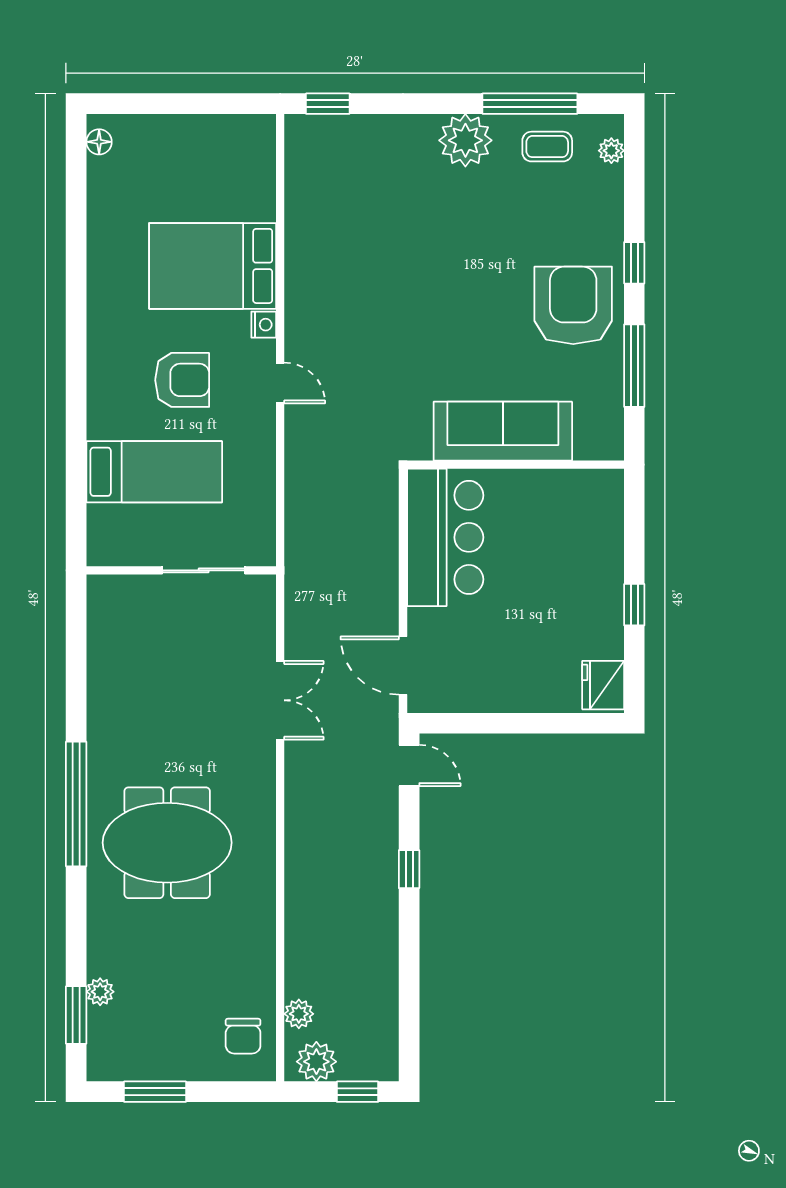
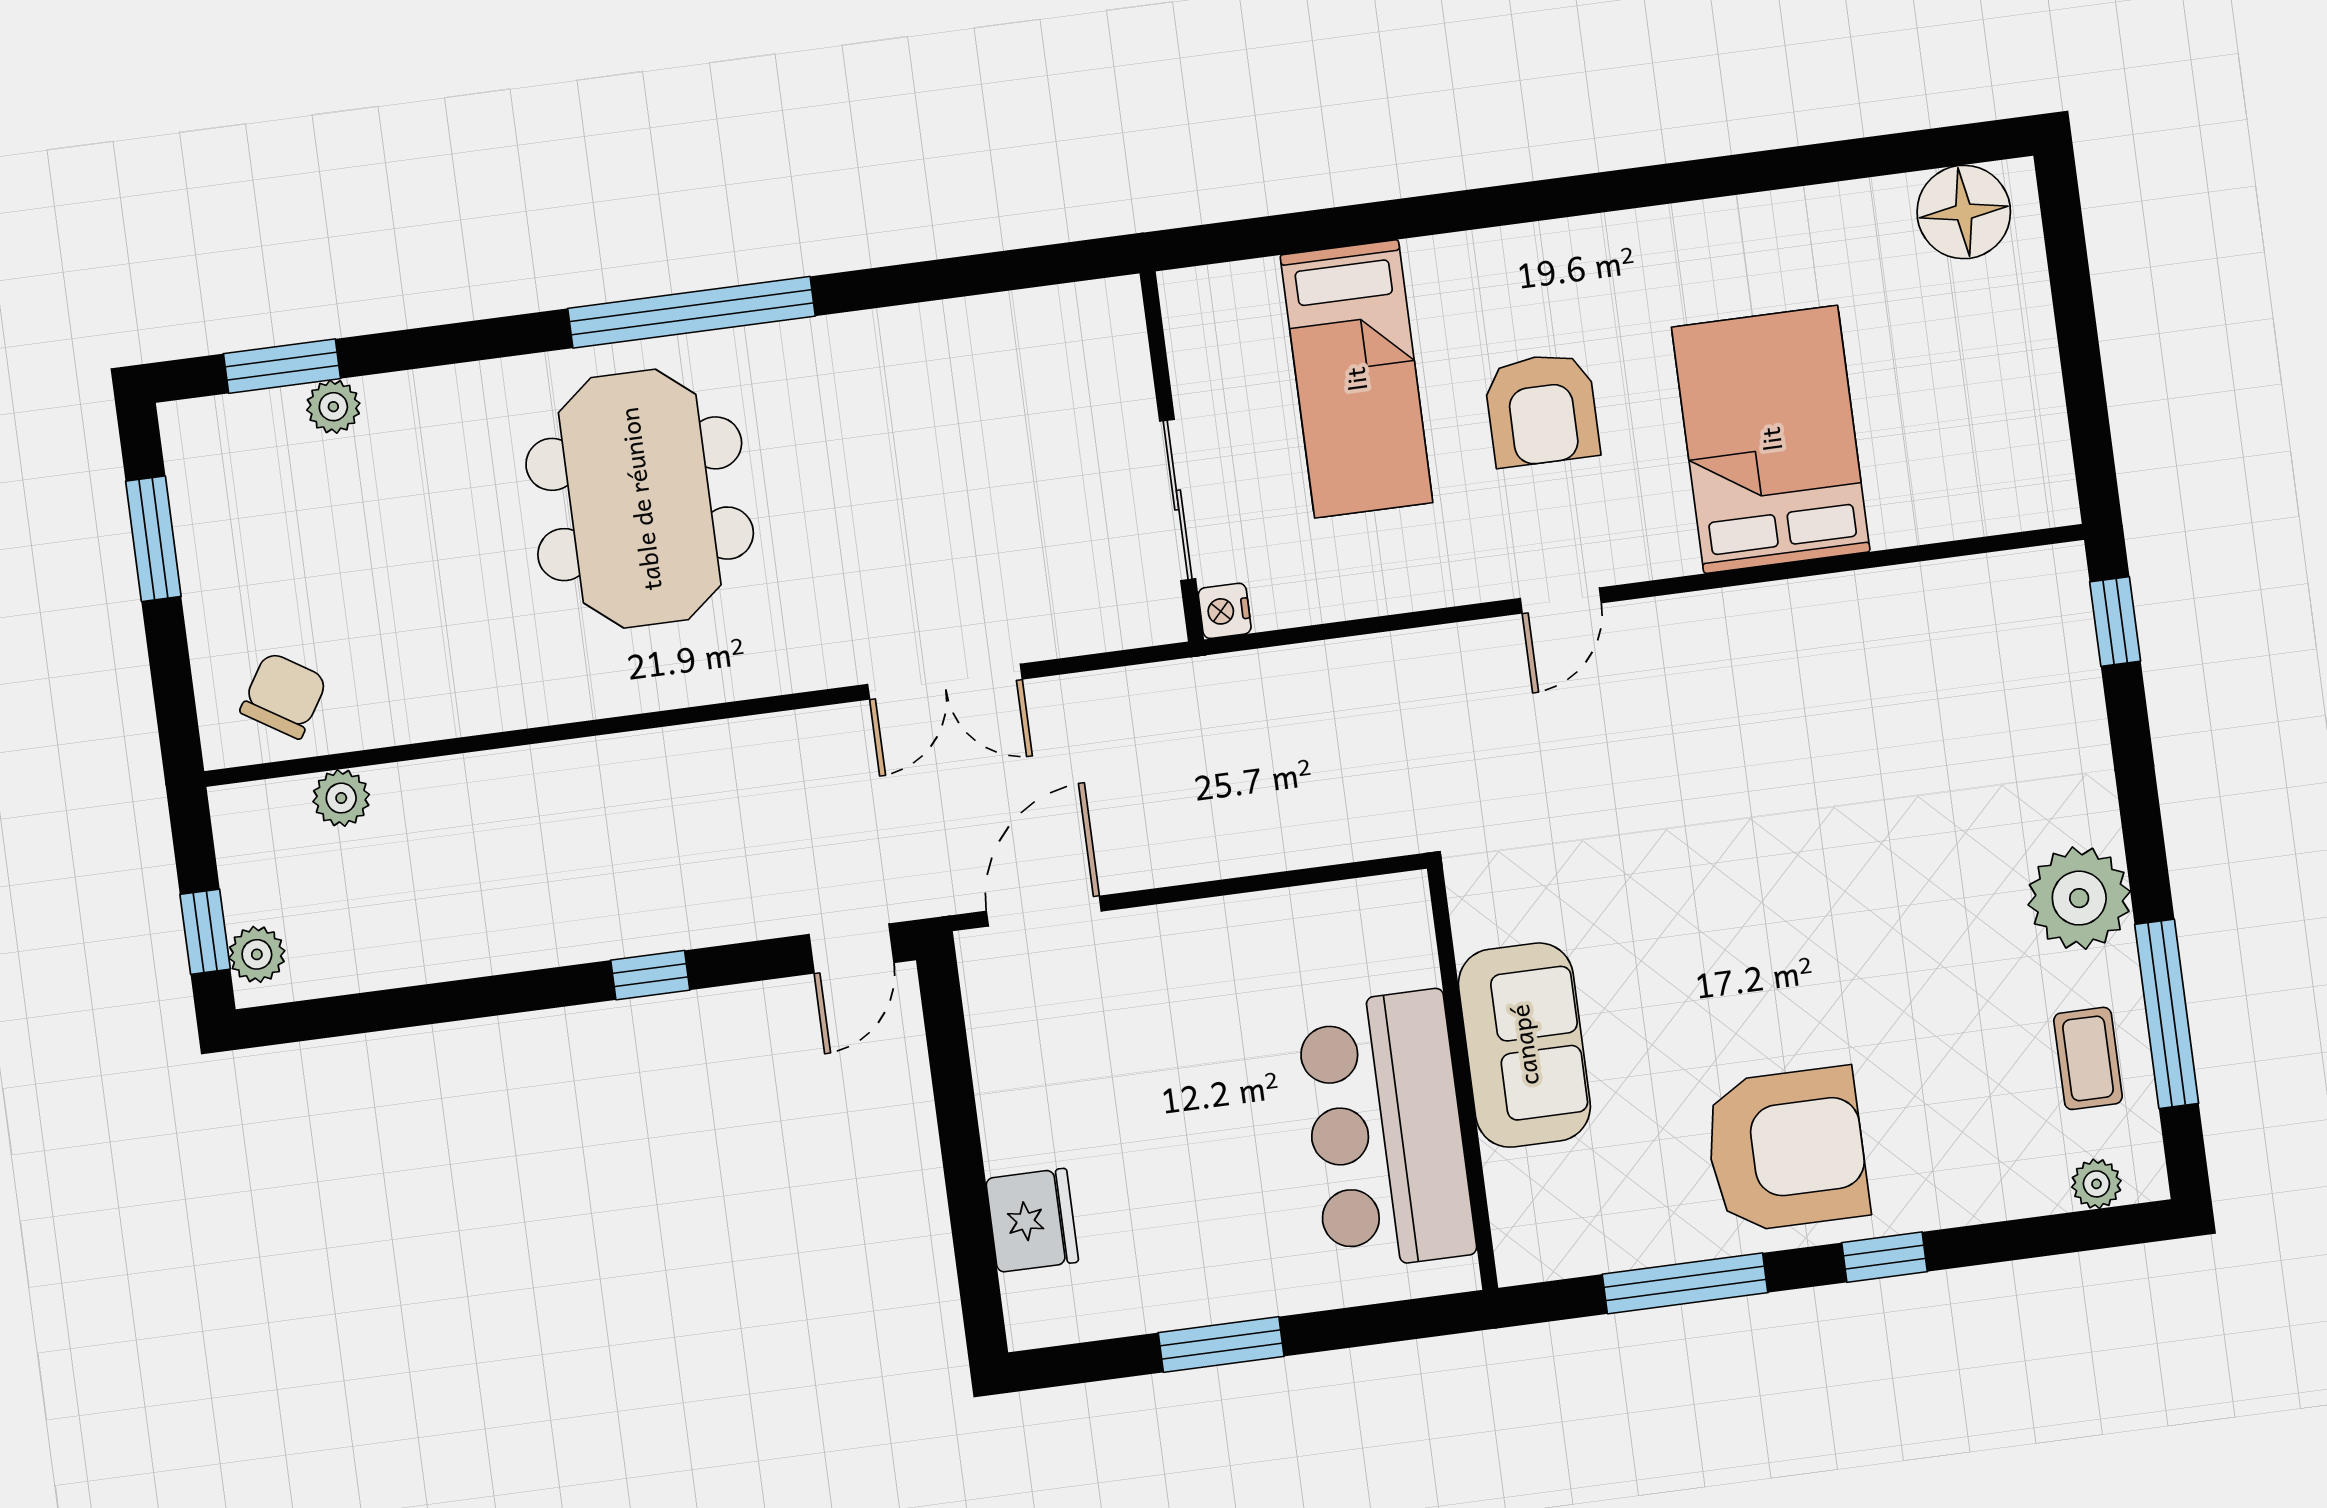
floor lamp: (99, 142) -> (1964, 212), width x1.89, depth x1.89
nightstand: (264, 325) -> (1225, 611), moved, turned 90
sofa: (503, 431) -> (1524, 1045), width x0.73
bar counter: (445, 537) -> (1386, 1130), moved, turned 90
window: (634, 605) -> (1221, 1345), width x1.50
fridge: (603, 685) -> (1032, 1220), moved, turned 90
chair: (243, 1036) -> (284, 695), turned 122
plant: (316, 1062) -> (257, 954), moved, width x0.73, depth x0.73

